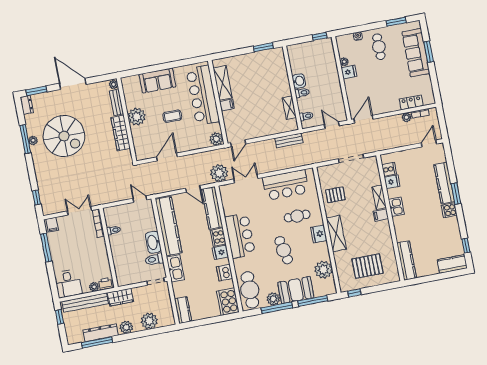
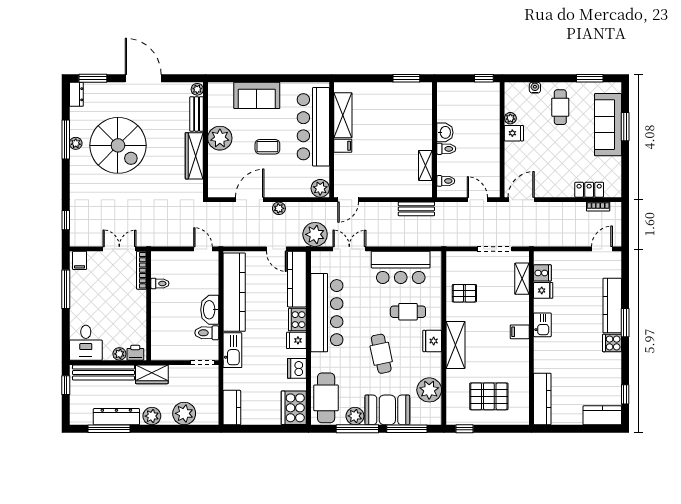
plant: (407, 117) -> (279, 208), moved
shelving: (379, 197) -> (522, 279), moved
bar counter: (240, 236) -> (327, 313), width x1.36

